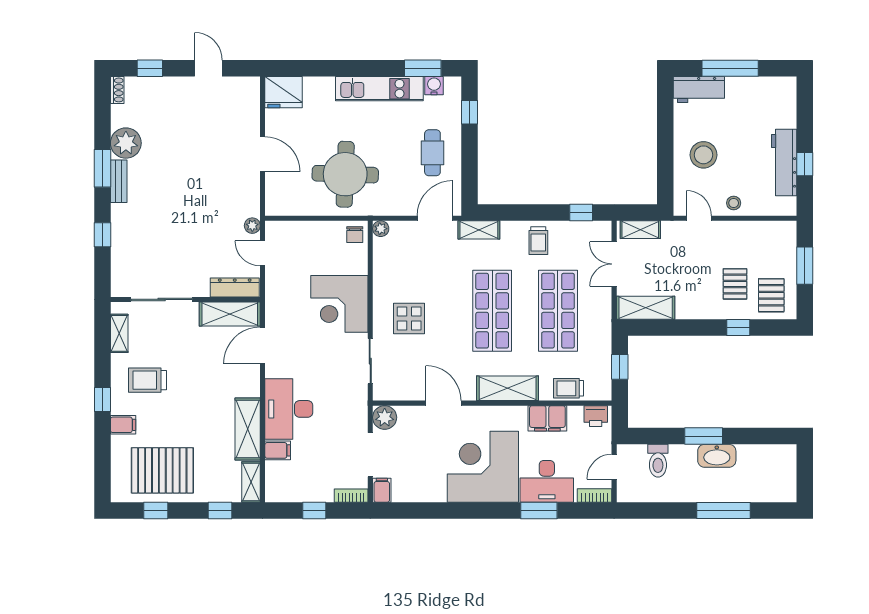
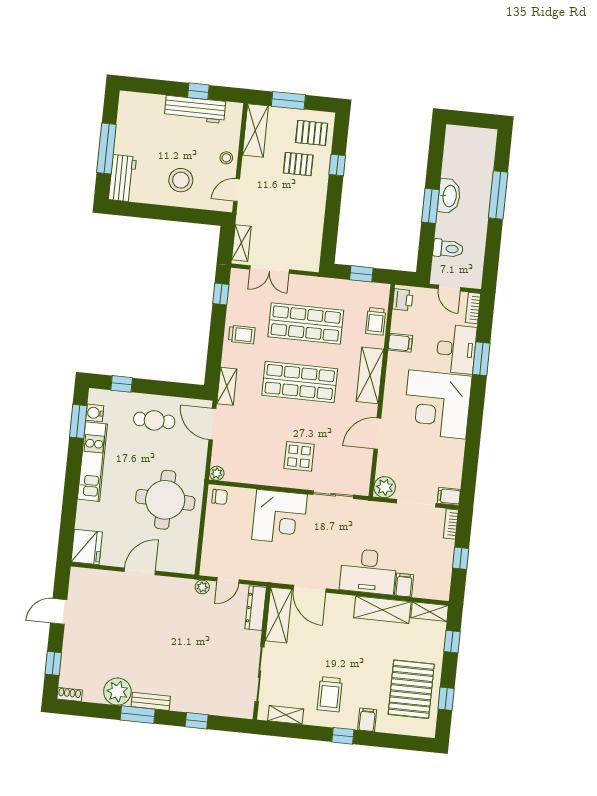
shelving: (646, 308) -> (255, 130), moved
filing cabinet: (547, 418) -> (400, 343), width x0.50

